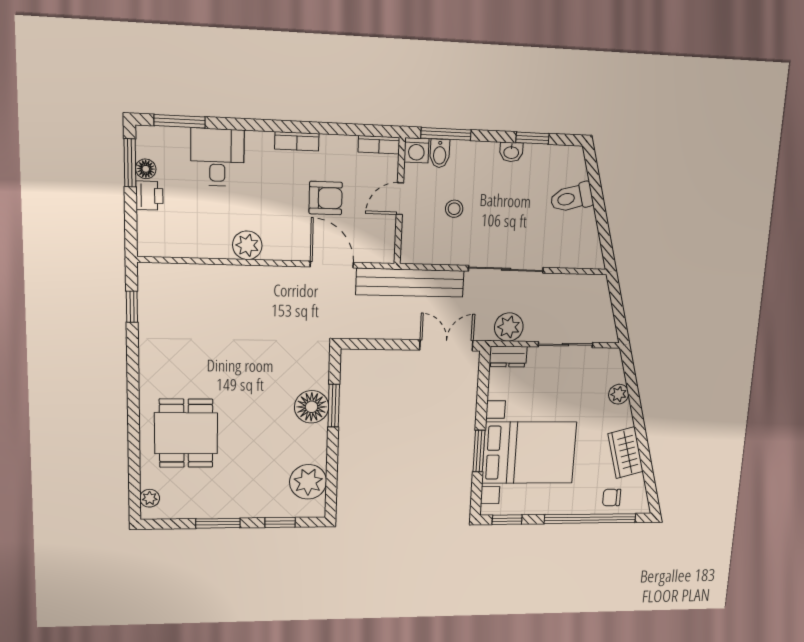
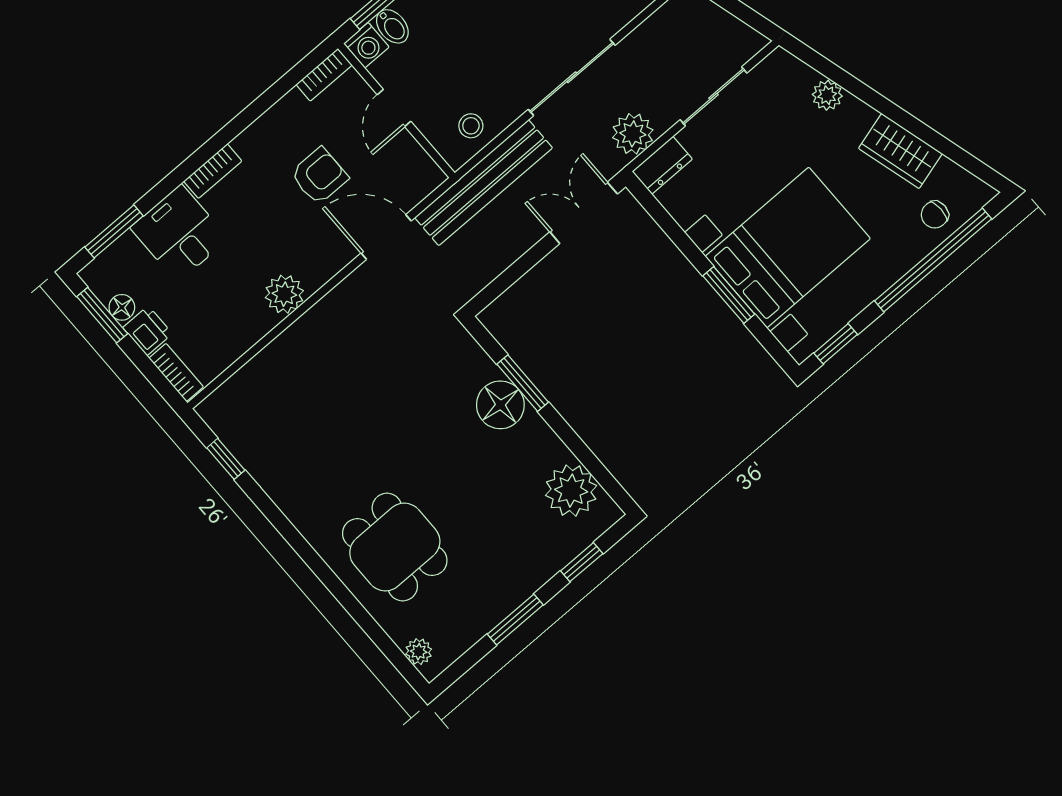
bookcase: (297, 141) -> (213, 171), moved
stool: (454, 209) -> (471, 126), moved
bookcase: (145, 234) -> (176, 372), added

